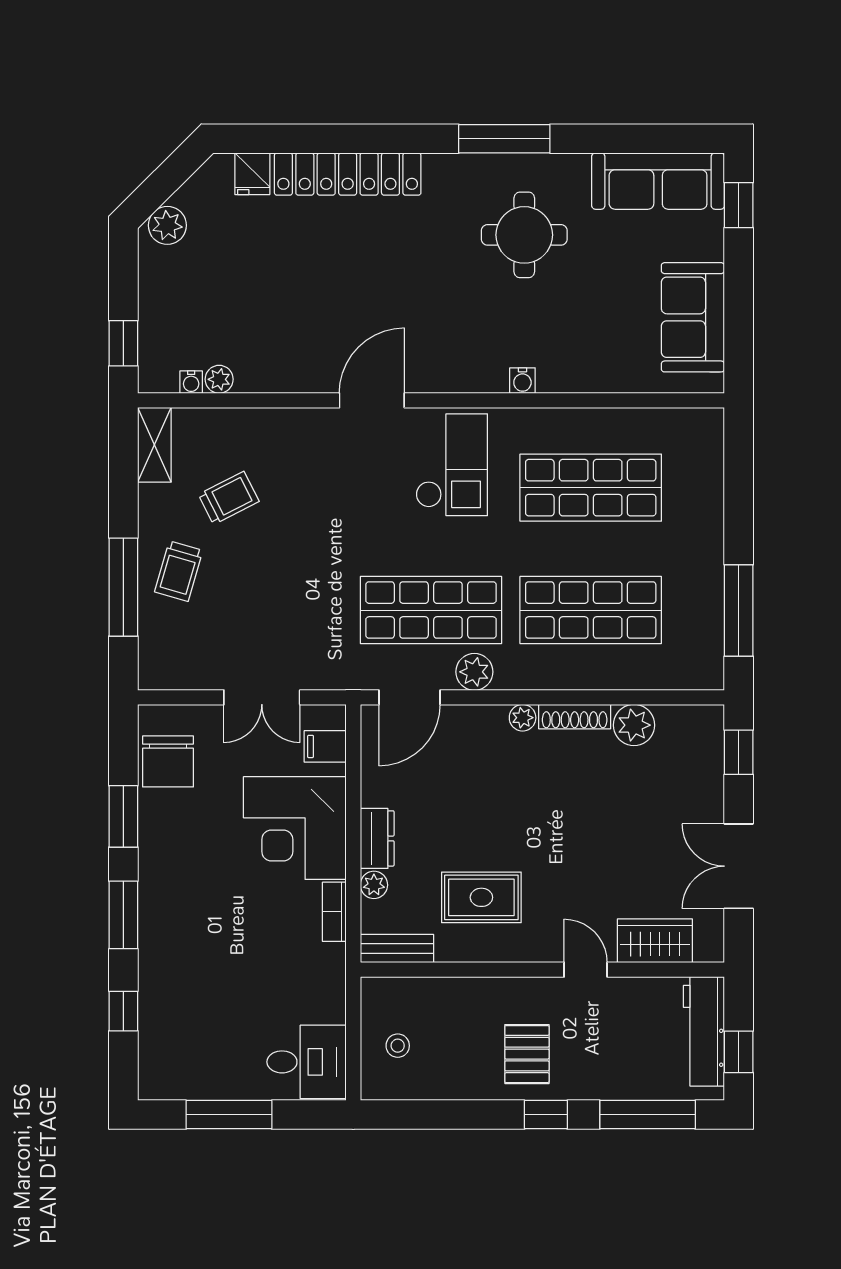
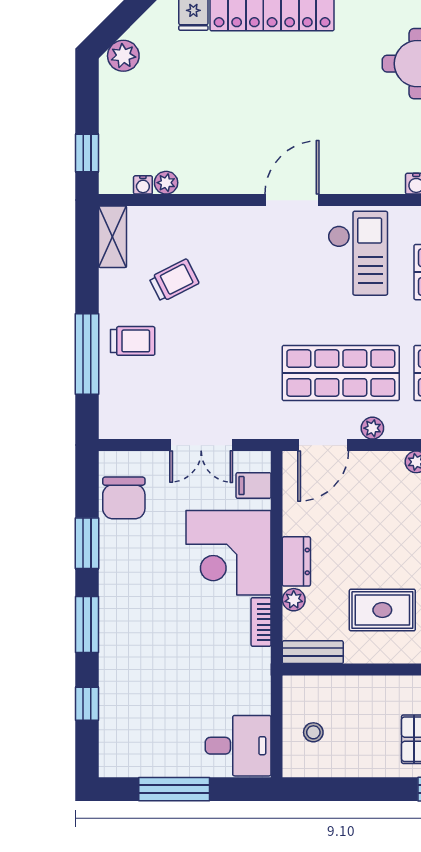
trolley: (179, 571) -> (133, 341), turned -106
plant: (474, 672) -> (372, 428), width x0.73, depth x0.73

